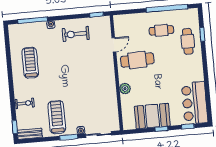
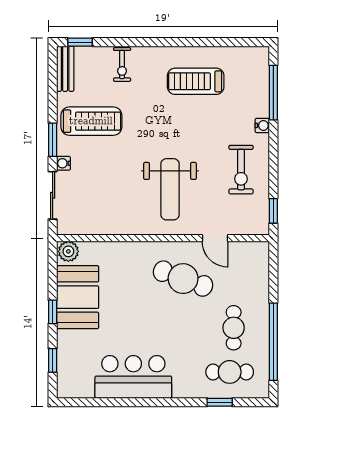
exercise bike: (76, 34) -> (241, 170), turned 180
cafe table: (188, 41) -> (230, 372), moved
cafe table: (137, 60) -> (183, 279), turned -68
treadmill: (30, 63) -> (196, 81), turned 180
weight bench: (90, 71) -> (170, 189), added
plant: (125, 89) -> (68, 251), moved
bar counter: (195, 103) -> (133, 377), moved

